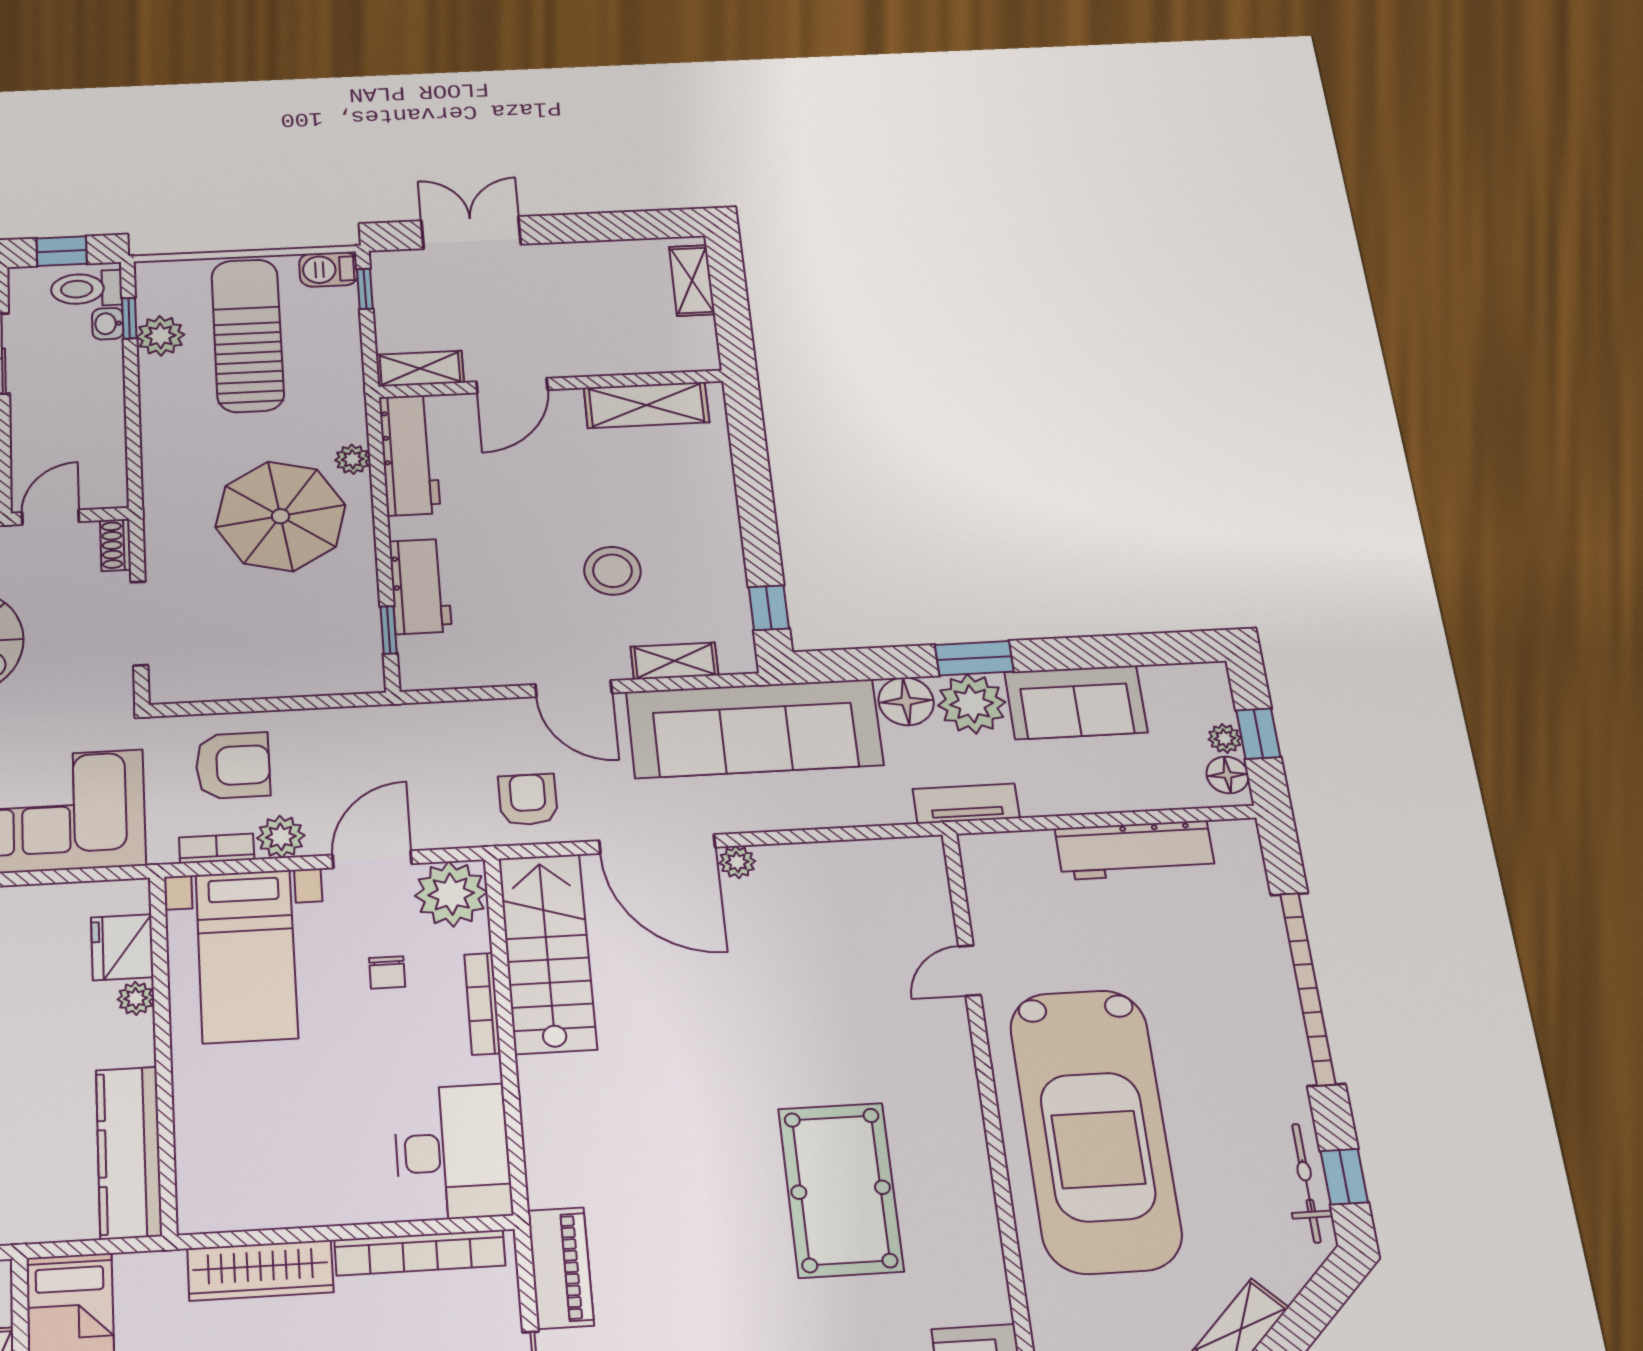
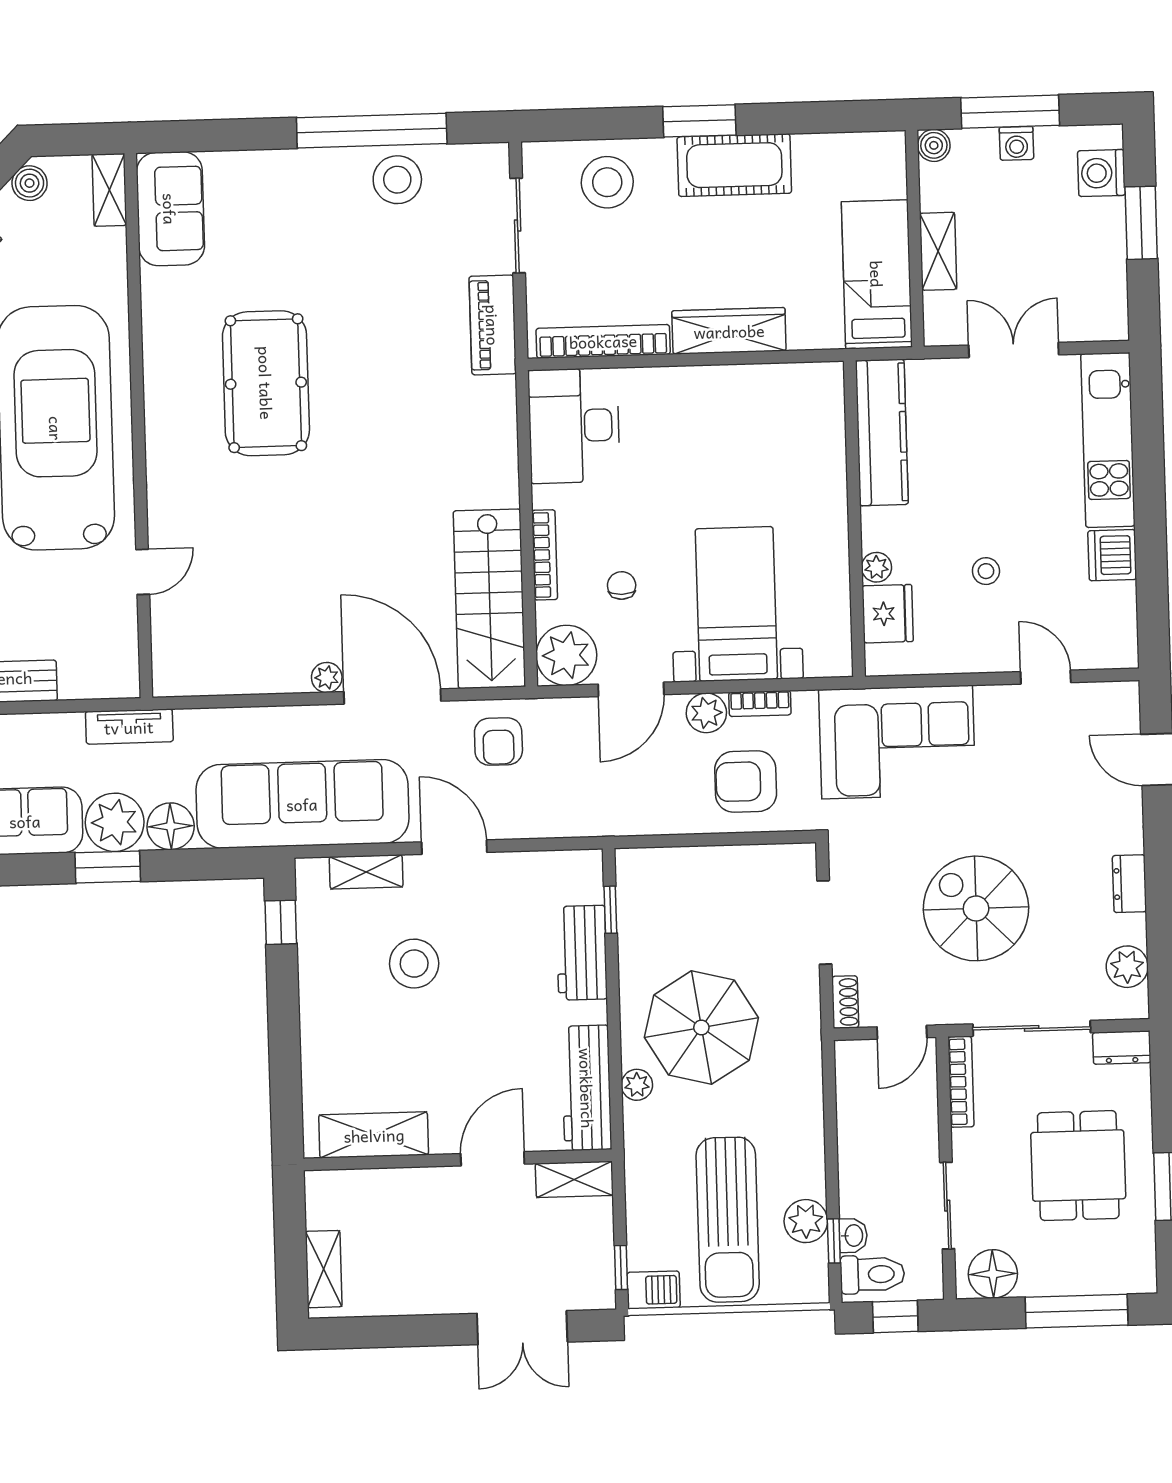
fridge: (122, 947) -> (888, 614), moved
plant: (136, 998) -> (876, 567), moved
wall: (163, 1052) -> (854, 519), moved
kitchen counter: (129, 1152) -> (882, 432), moved

